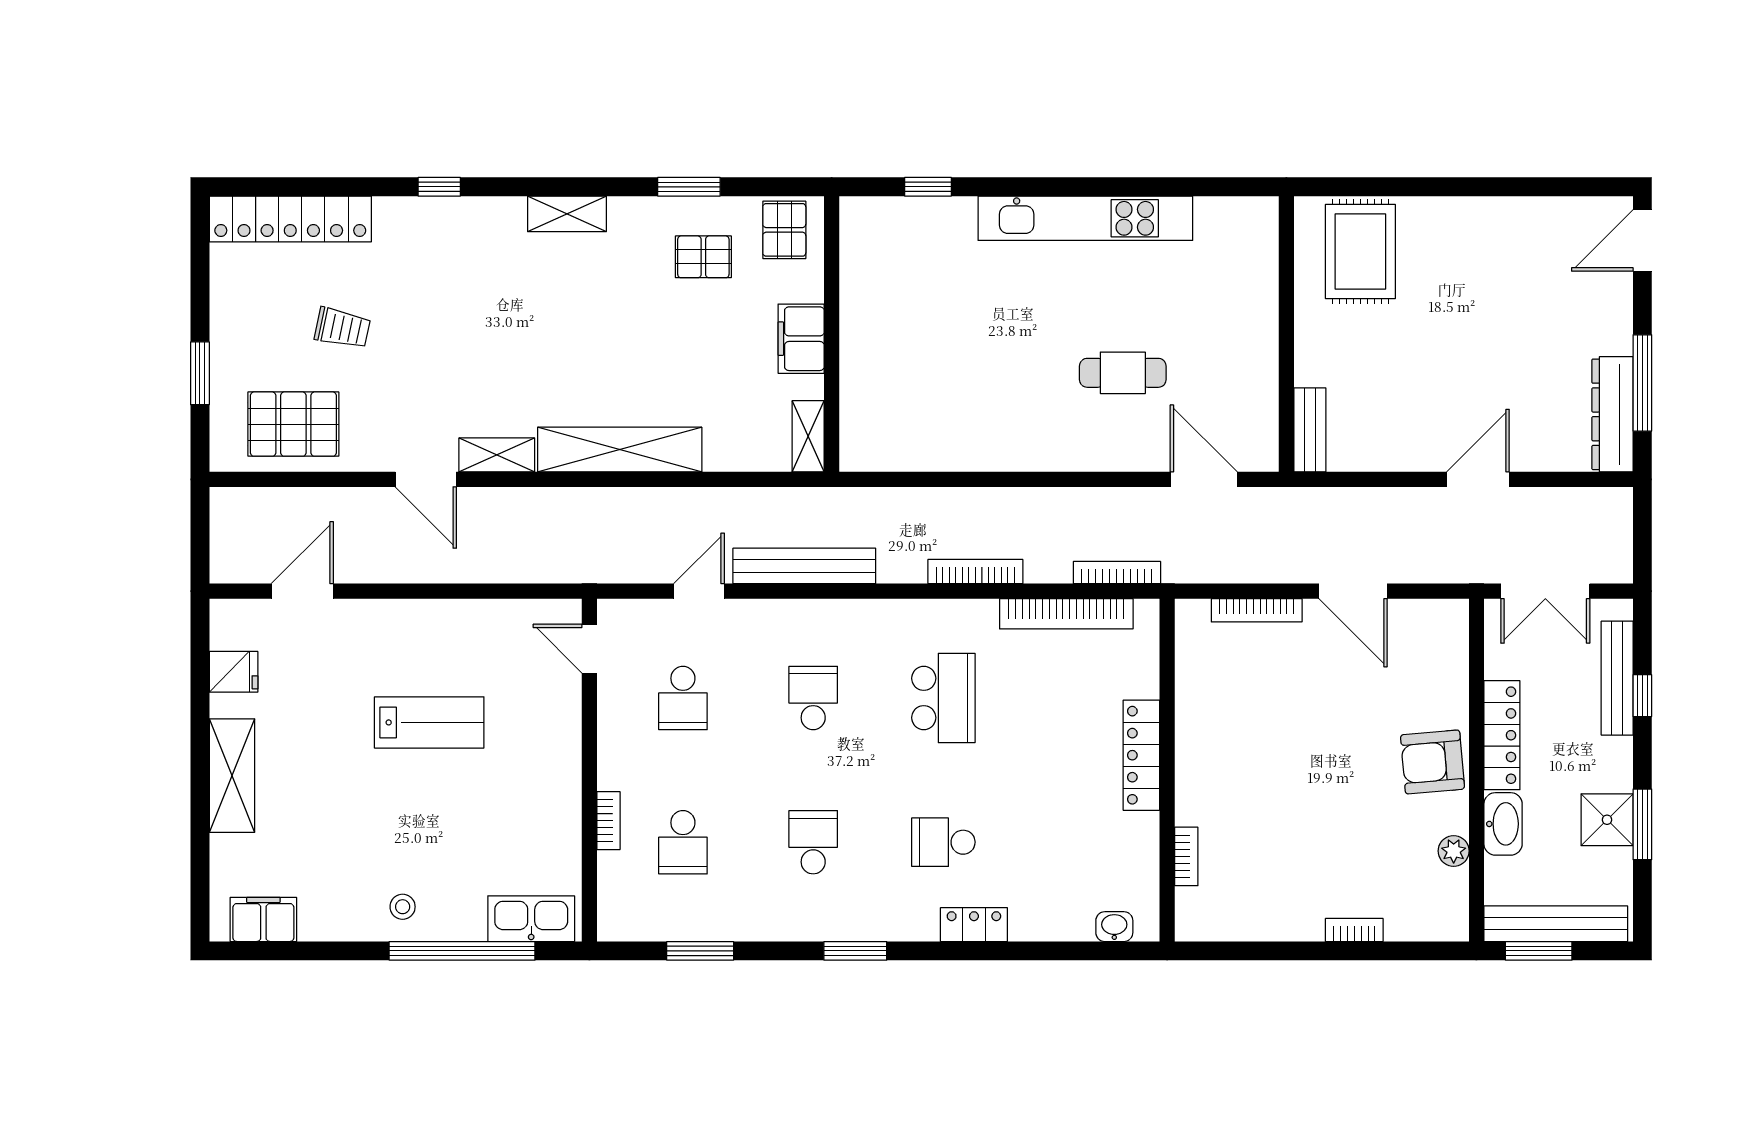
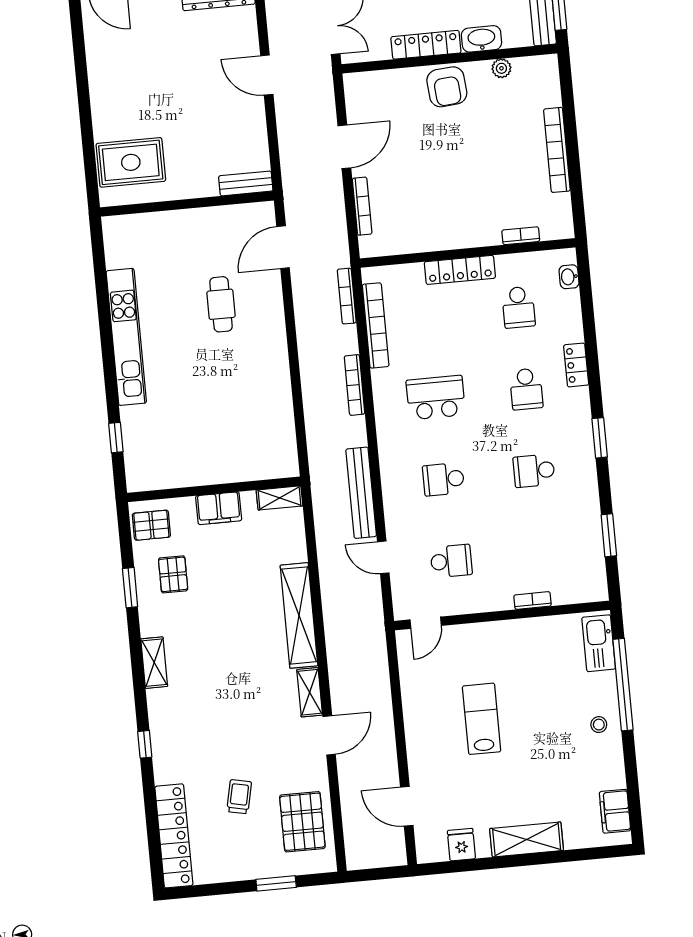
school desk: (683, 842) -> (518, 307), moved, turned 90
bookcase: (1354, 930) -> (557, 150), width x2.31, depth x1.31

